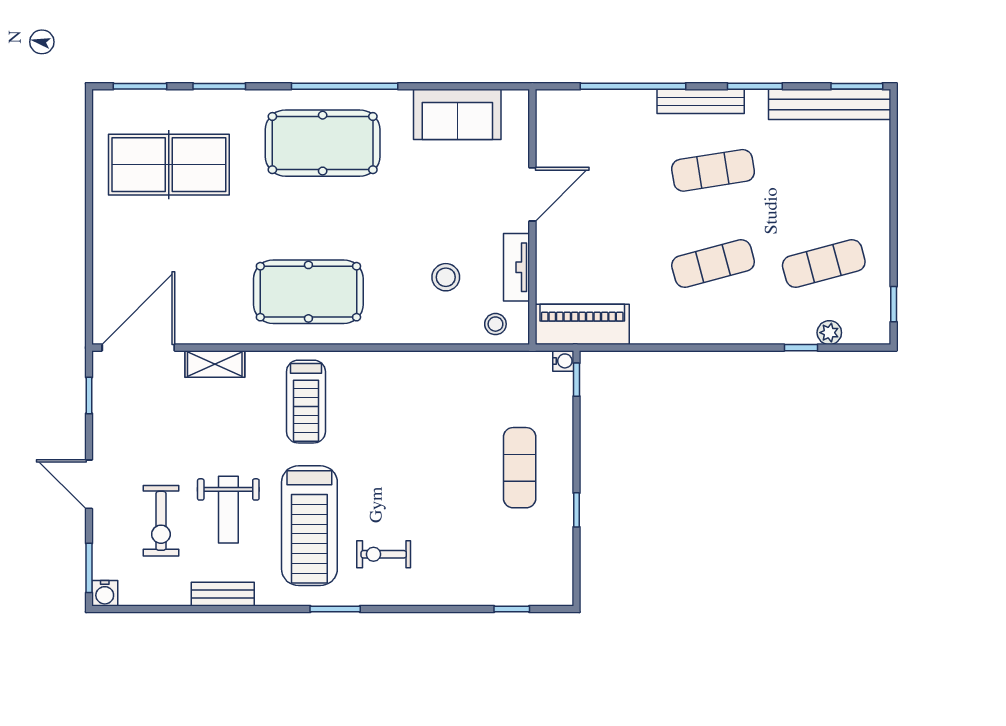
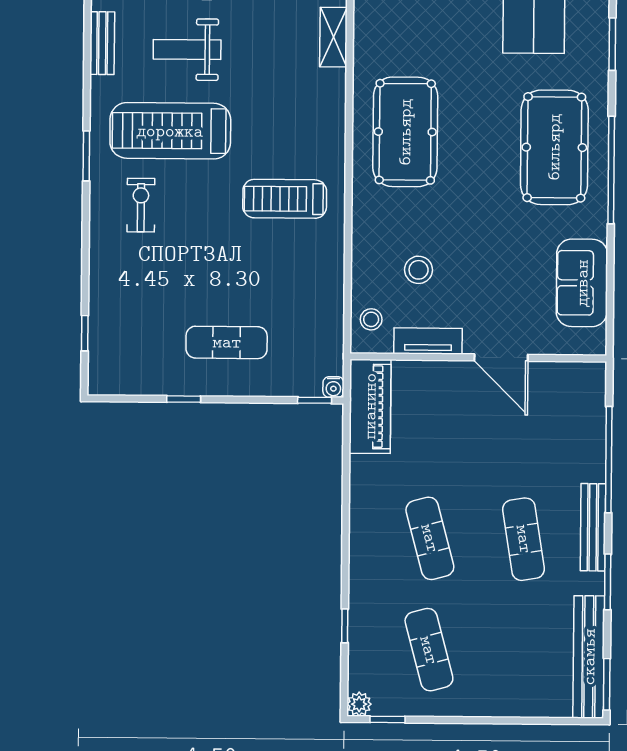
plant: (829, 333) -> (359, 704), moved
treadmill: (306, 402) -> (285, 199), moved

